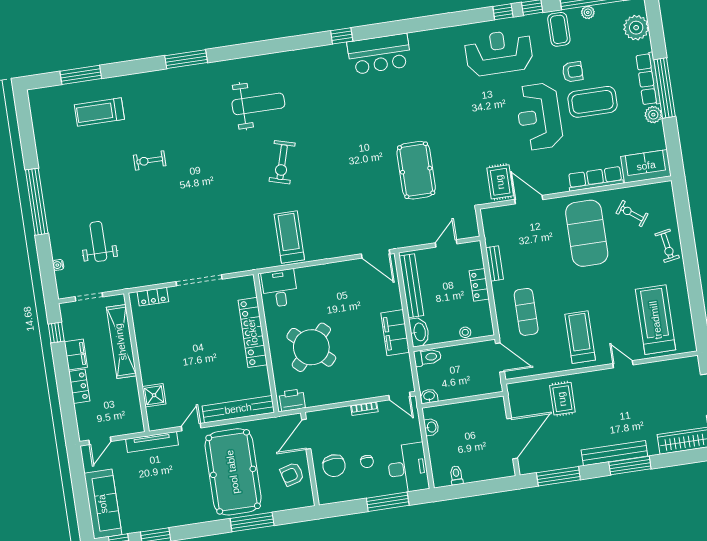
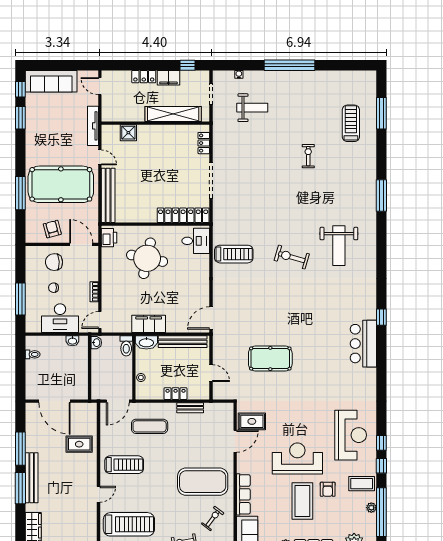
locker: (253, 332) -> (183, 215), moved
round table: (311, 347) -> (147, 258), turned -31
desk: (408, 468) -> (60, 318), moved
window: (558, 476) -> (20, 449), moved

